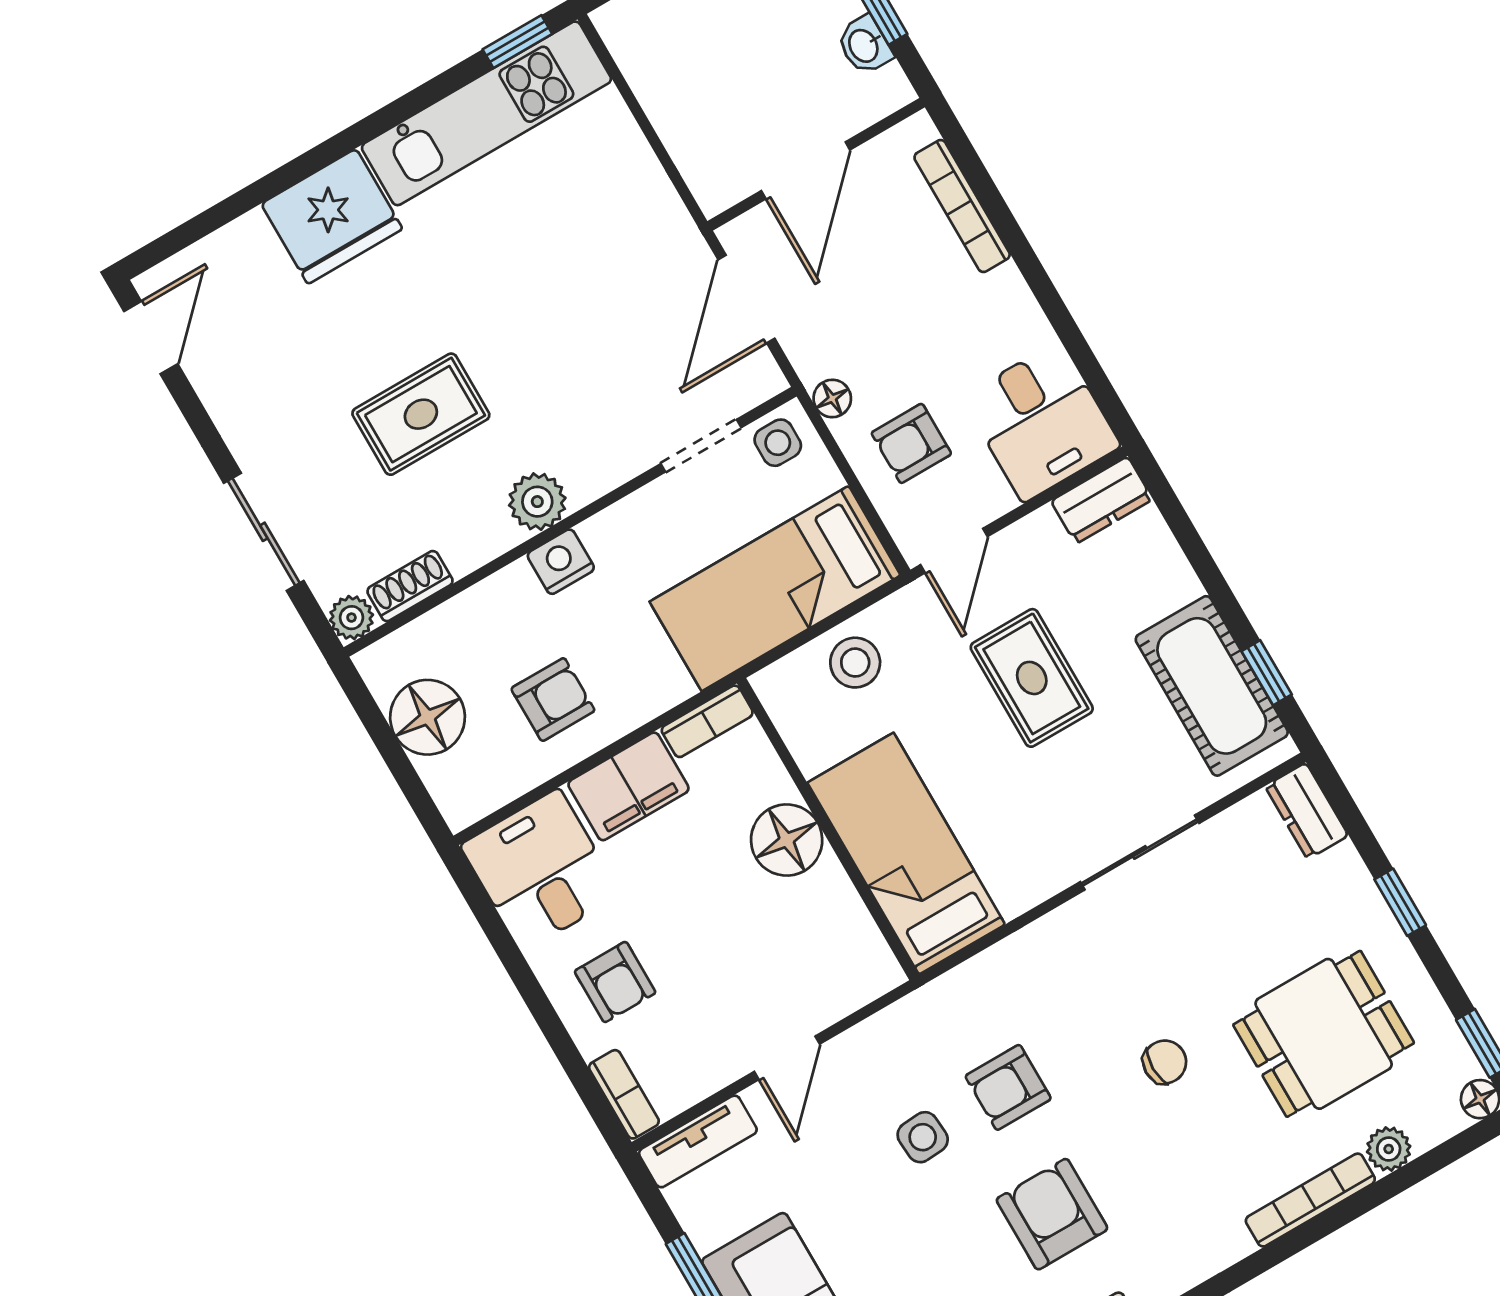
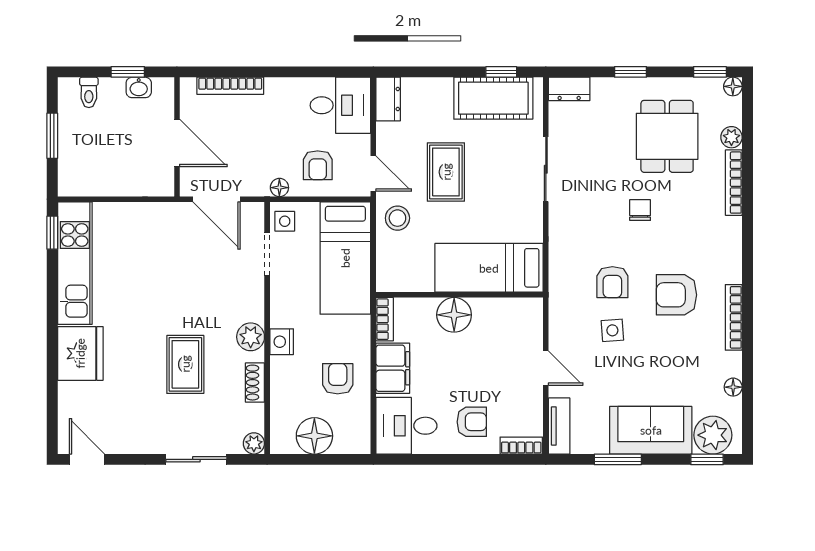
shoe rack: (410, 586) -> (255, 383), moved
stool: (855, 663) -> (397, 218), moved
rug: (1032, 678) -> (446, 172), turned 90

